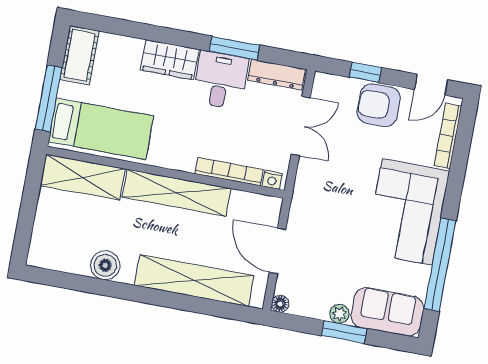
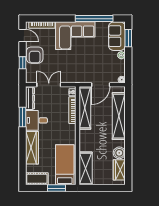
wardrobe: (170, 60) -> (32, 148), width x1.50
window: (49, 98) -> (56, 188), width x0.69
shelving: (176, 193) -> (85, 108), moved
wardrobe: (64, 258) -> (119, 170), added
window: (344, 332) -> (128, 38), moved

